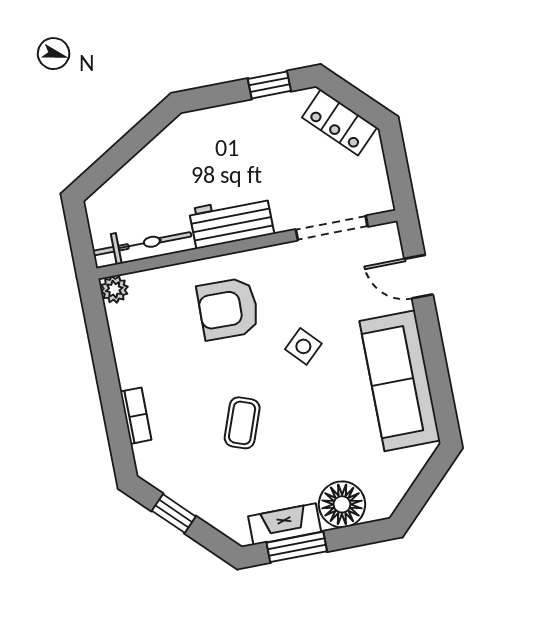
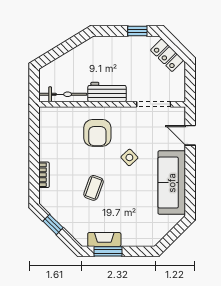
plant: (114, 289) -> (46, 113), removed
armchair: (228, 309) -> (97, 133), turned -91
floor lamp: (342, 504) -> (133, 236), removed

